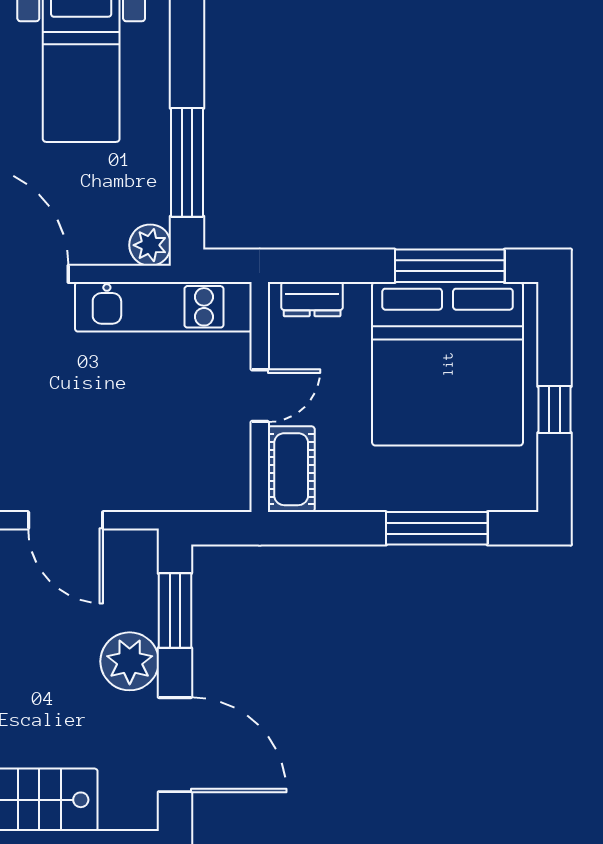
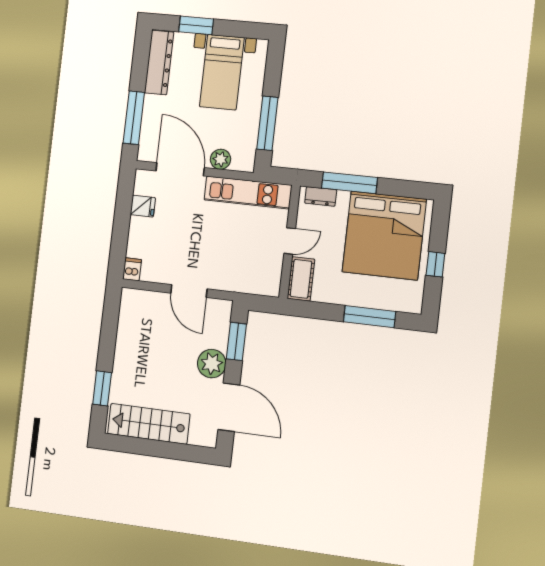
plant: (150, 245) -> (220, 159), moved
window: (450, 266) -> (349, 183), moved

